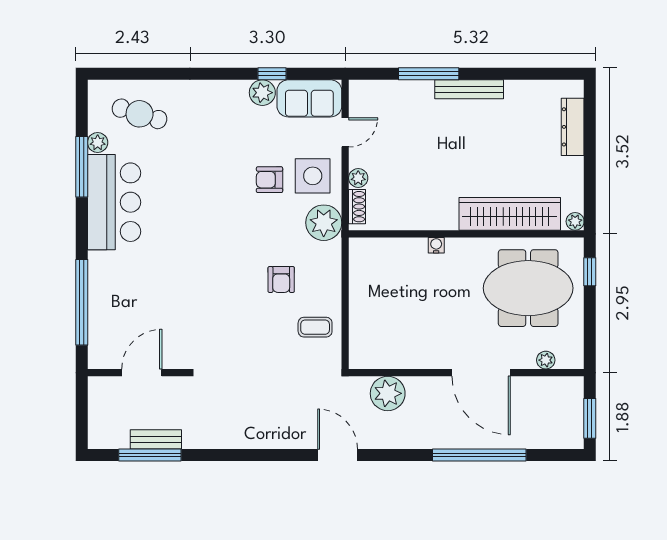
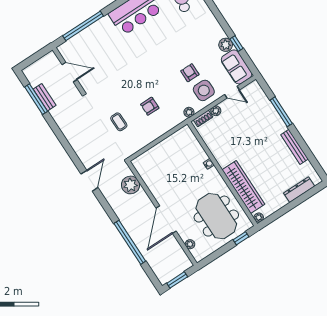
bench: (469, 89) -> (294, 147), moved
plant: (324, 223) -> (189, 112), width x0.53, depth x0.53
coffee table: (315, 327) -> (119, 122), moved

